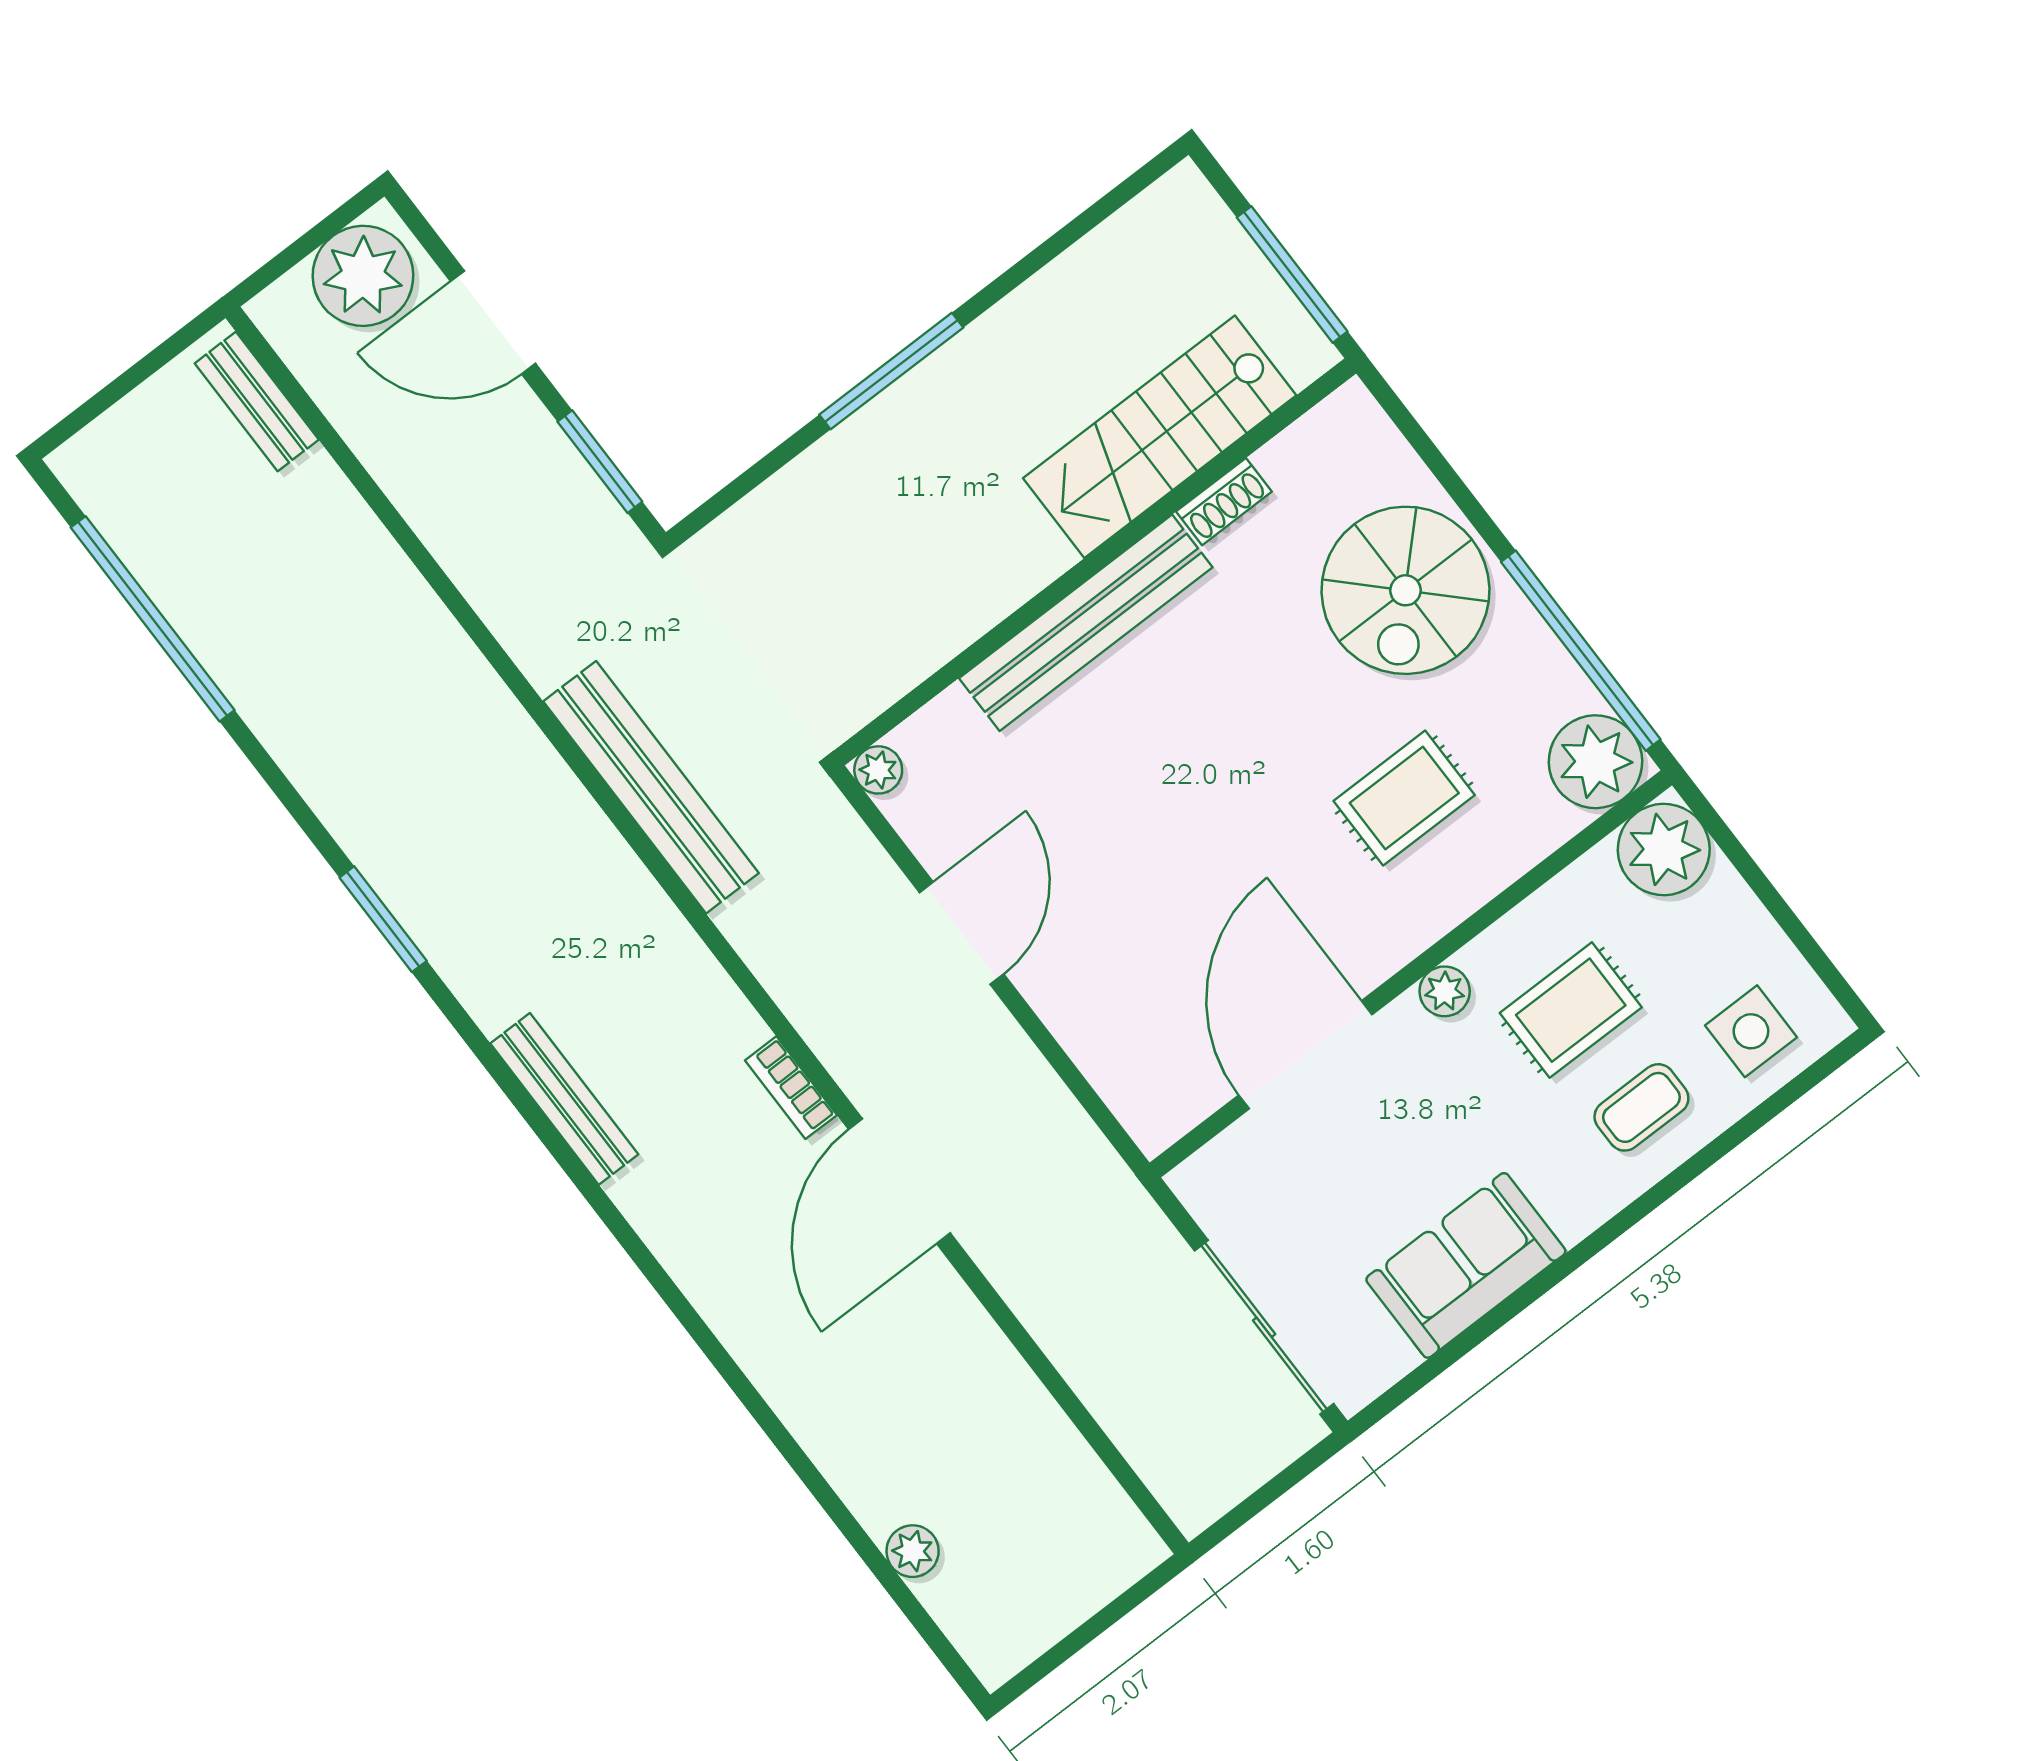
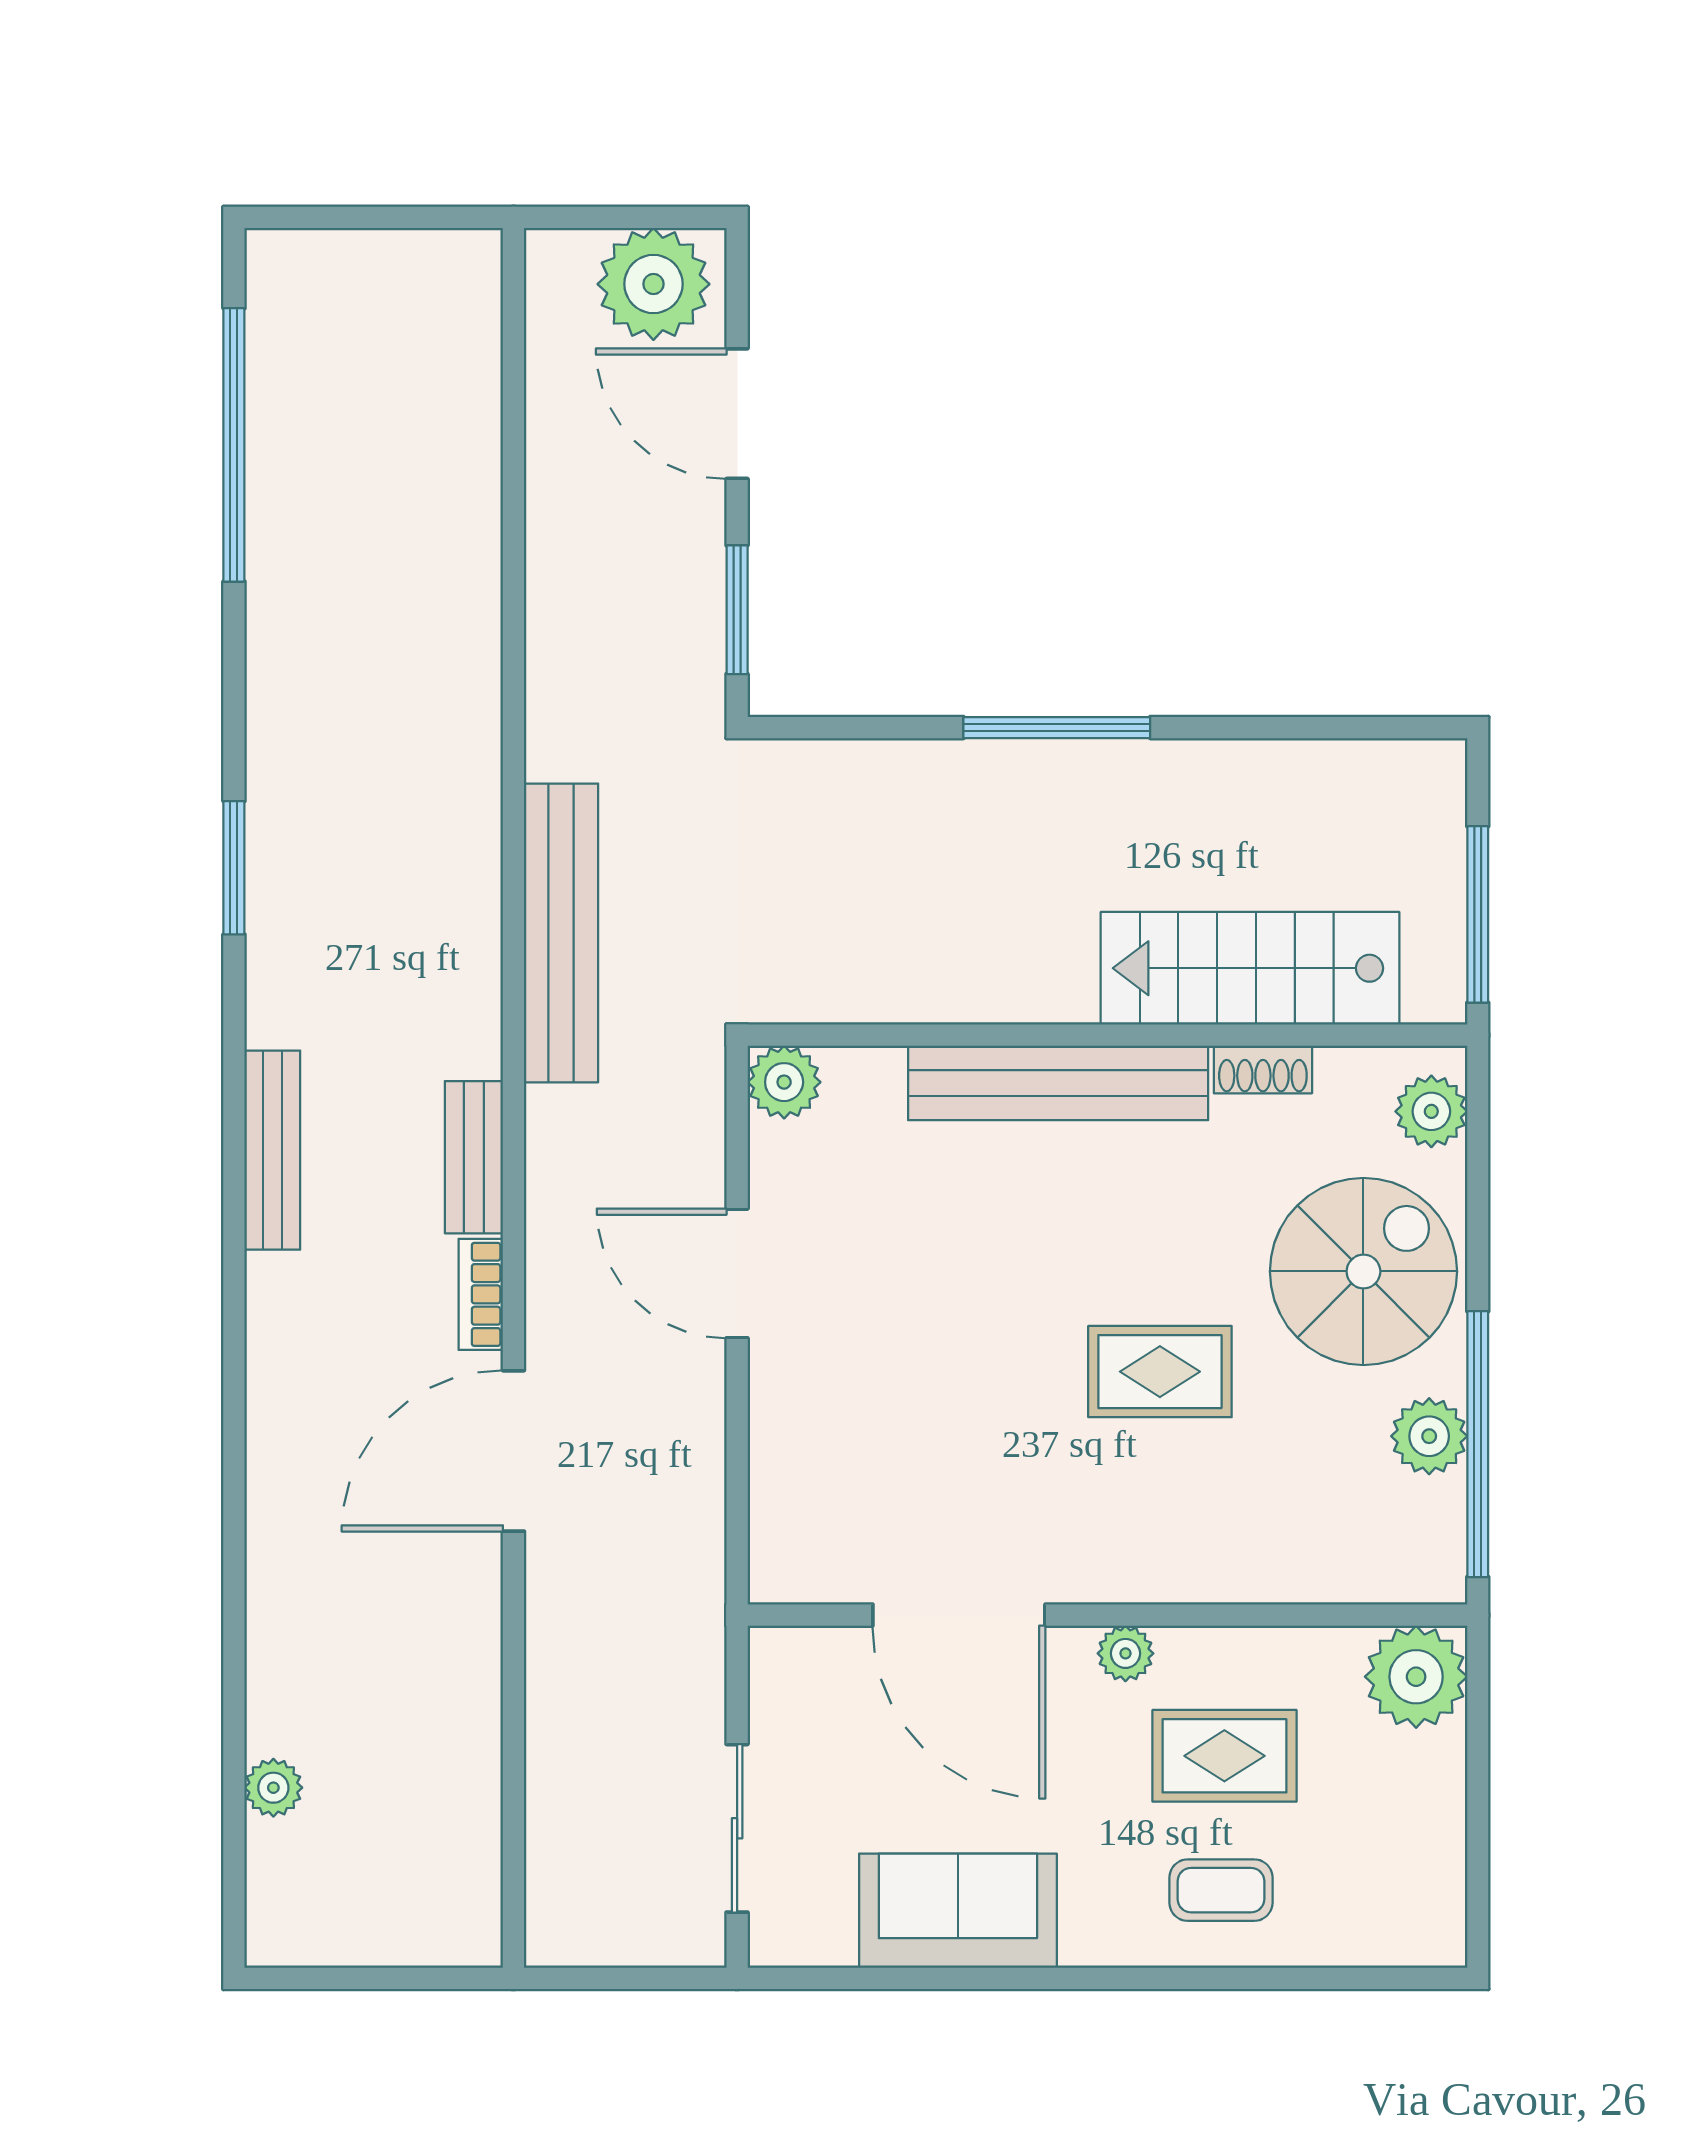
bench: (257, 401) -> (474, 1157), moved
plant: (1366, 440) -> (1431, 1111), added
spiral stairs: (1405, 590) -> (1363, 1271), turned 180
plant: (1595, 762) -> (1429, 1436), moved, width x0.73, depth x0.73
plant: (878, 770) -> (784, 1082), width x1.38, depth x1.38
rug: (1404, 798) -> (1160, 1372), moved
door: (962, 933) -> (737, 1273), swing flipped
side table: (1751, 1031) -> (1370, 1897), removed
door: (1305, 1055) -> (959, 1615), swing flipped
sliding door: (1264, 1327) -> (737, 1828), width x0.73

